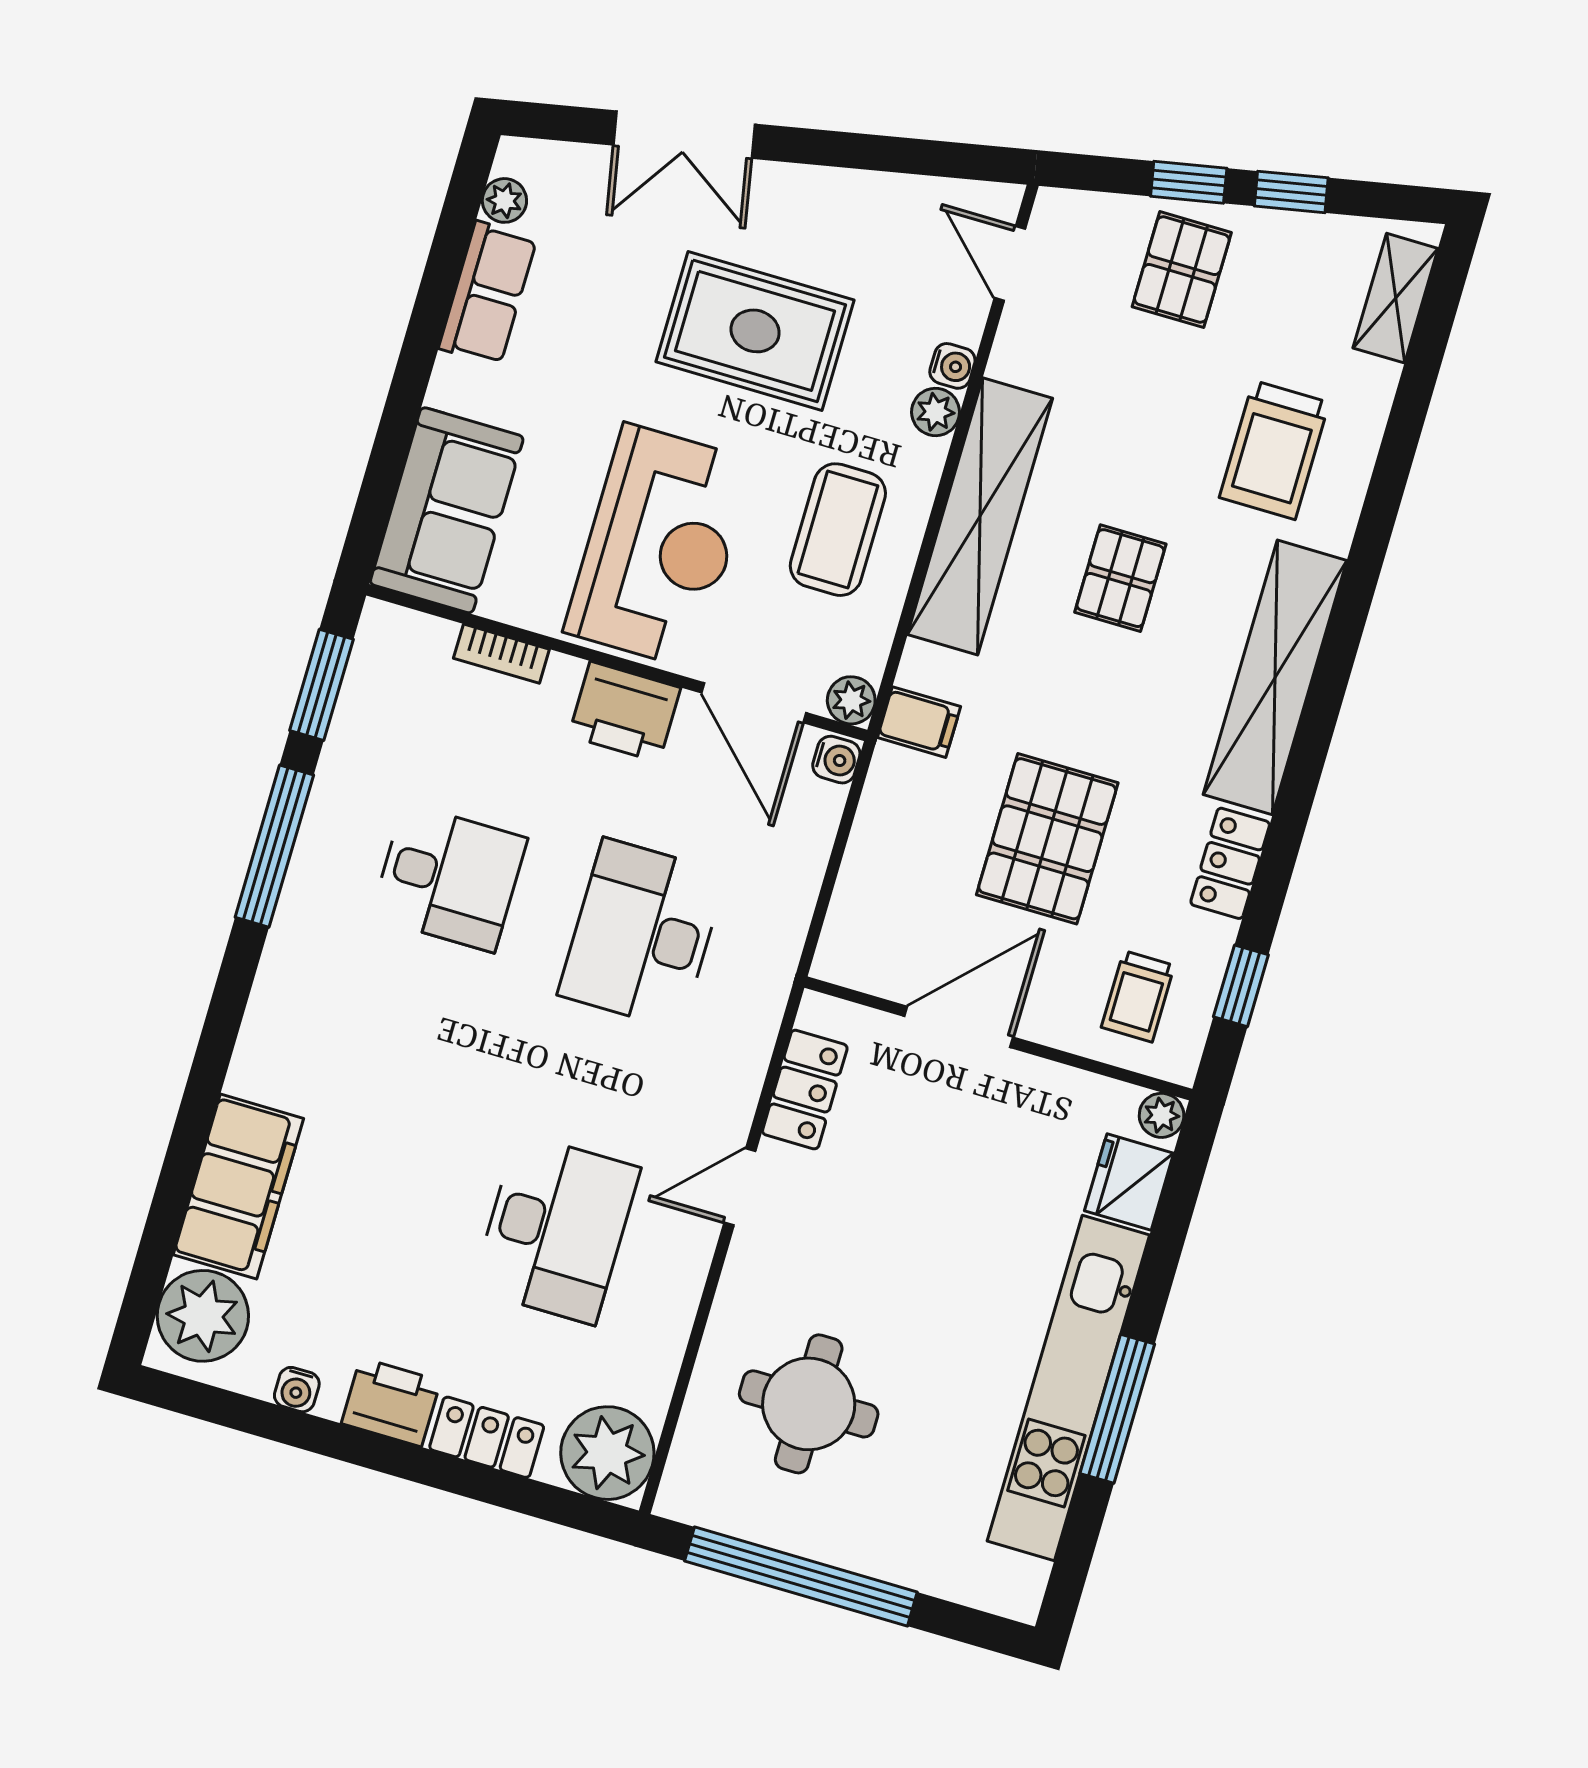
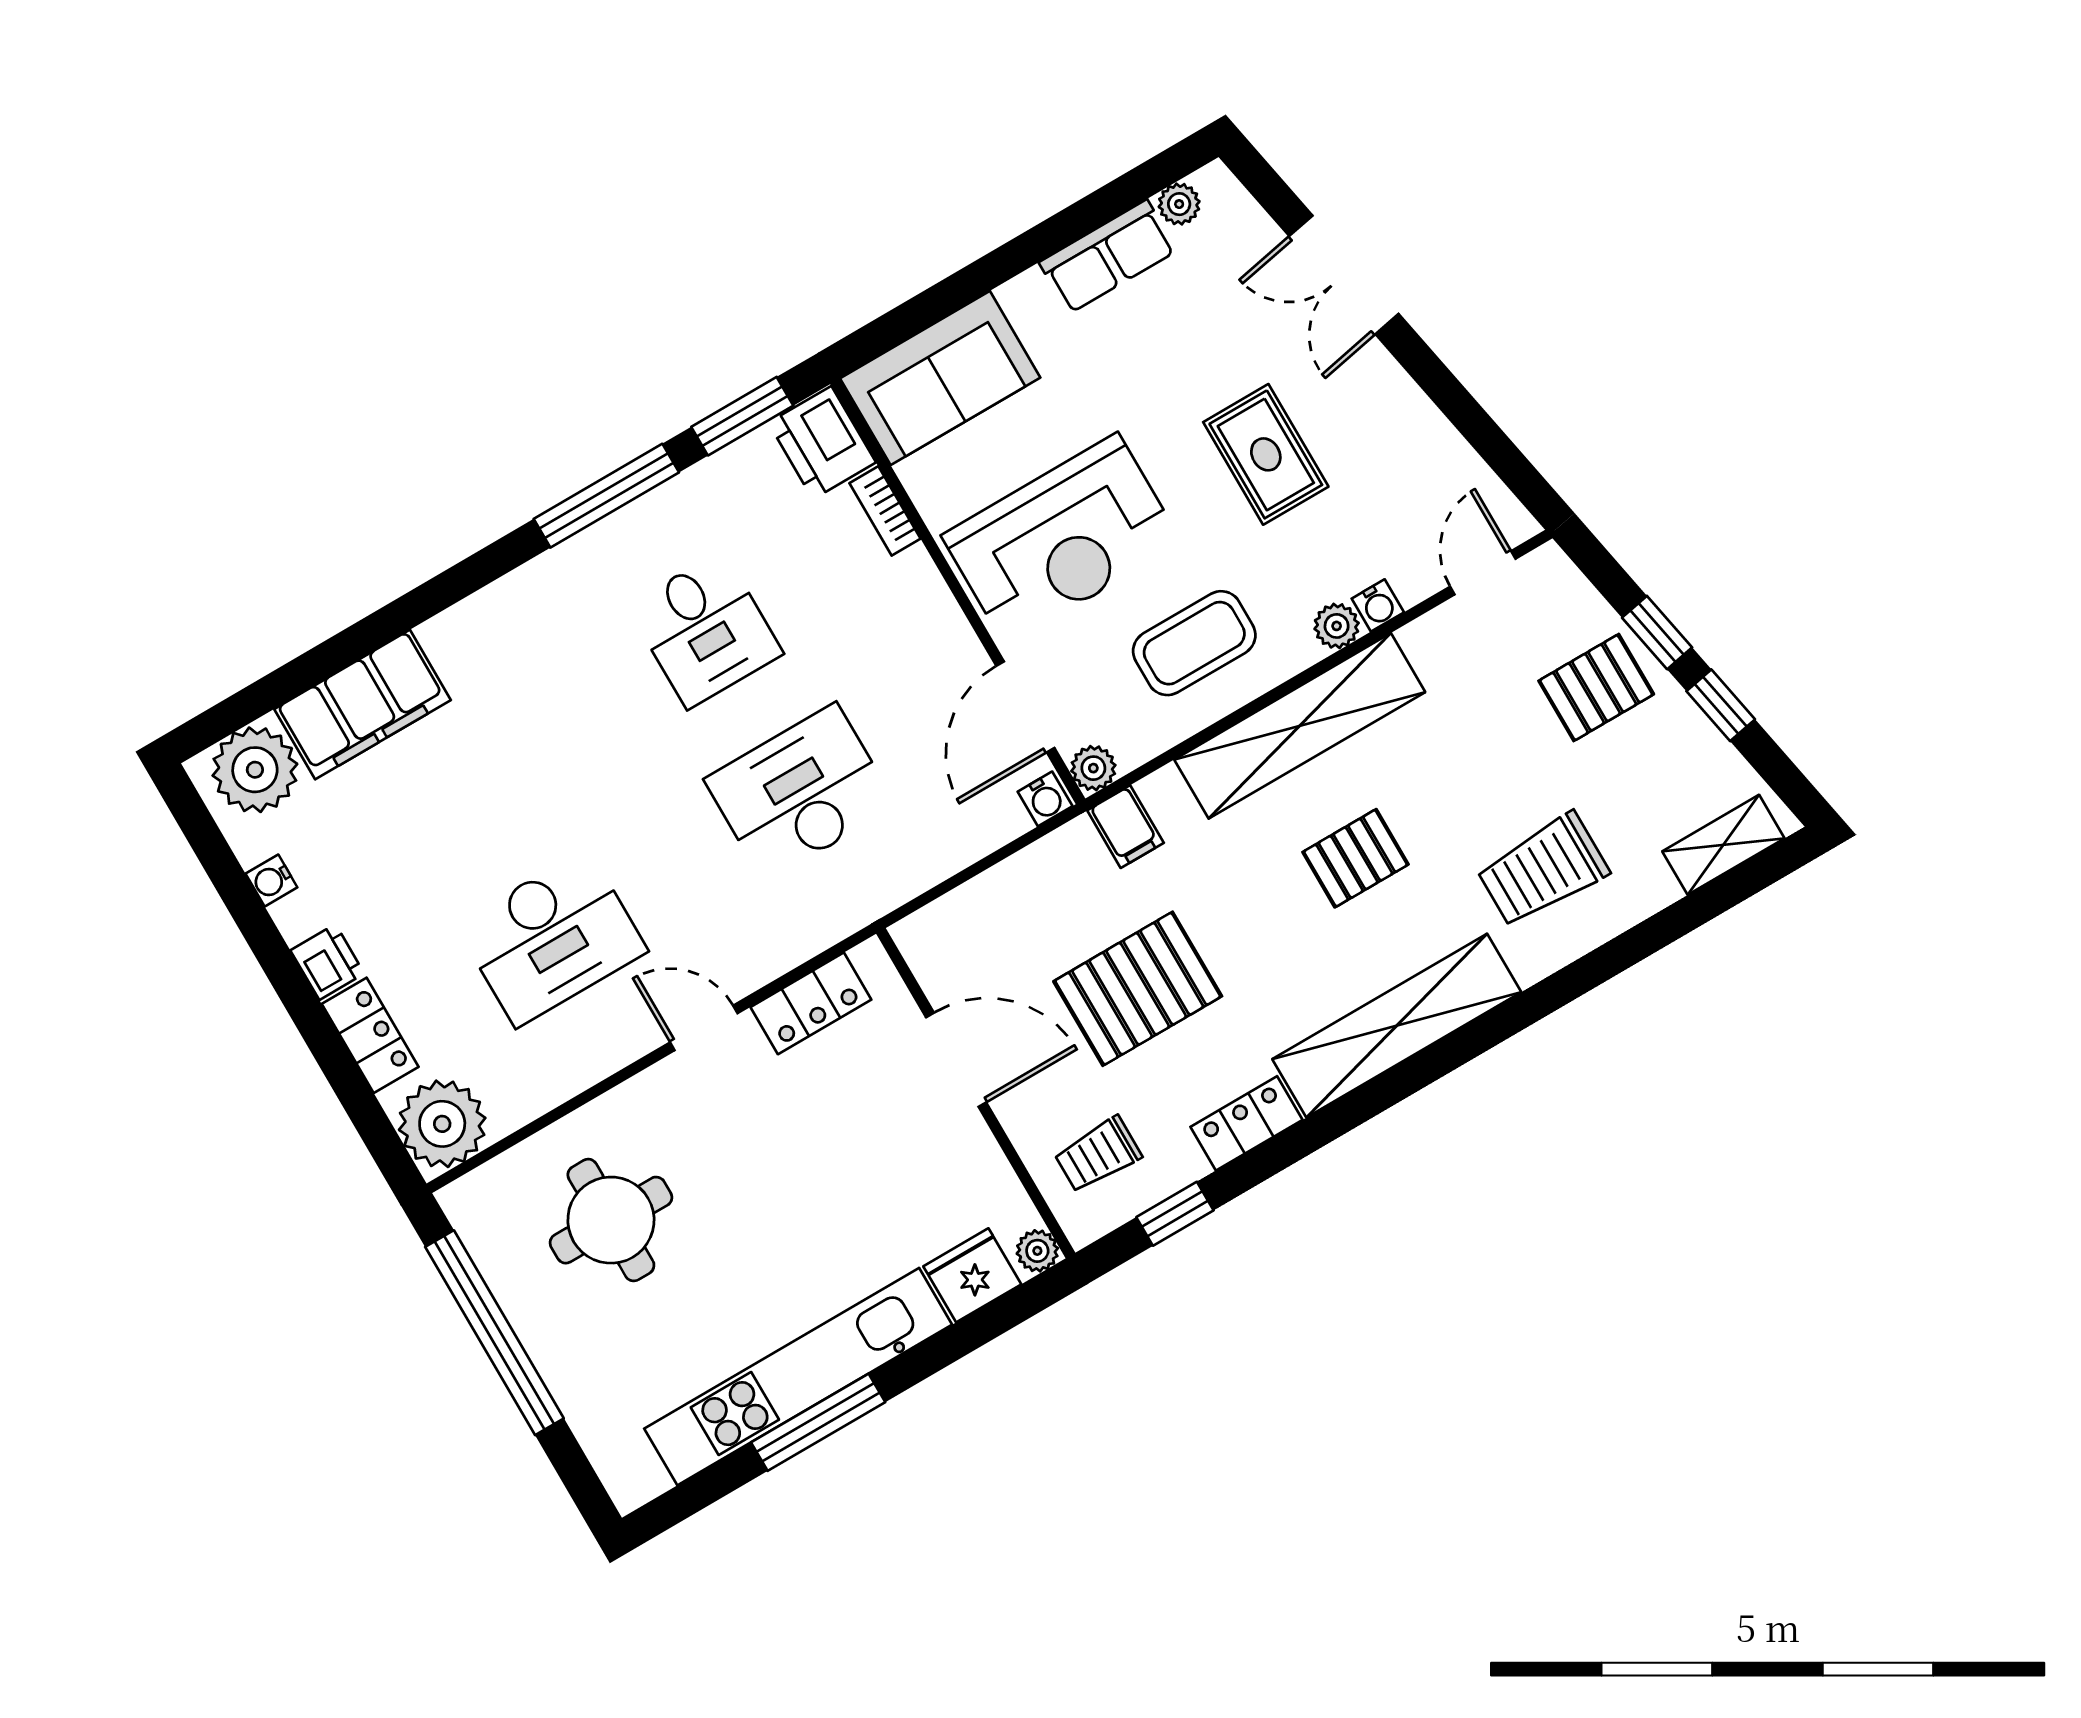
rug: (755, 331) -> (1266, 454), width x0.73, depth x0.70
printer: (624, 712) -> (822, 443), moved
printer: (391, 1402) -> (327, 962), width x0.73, depth x0.81

